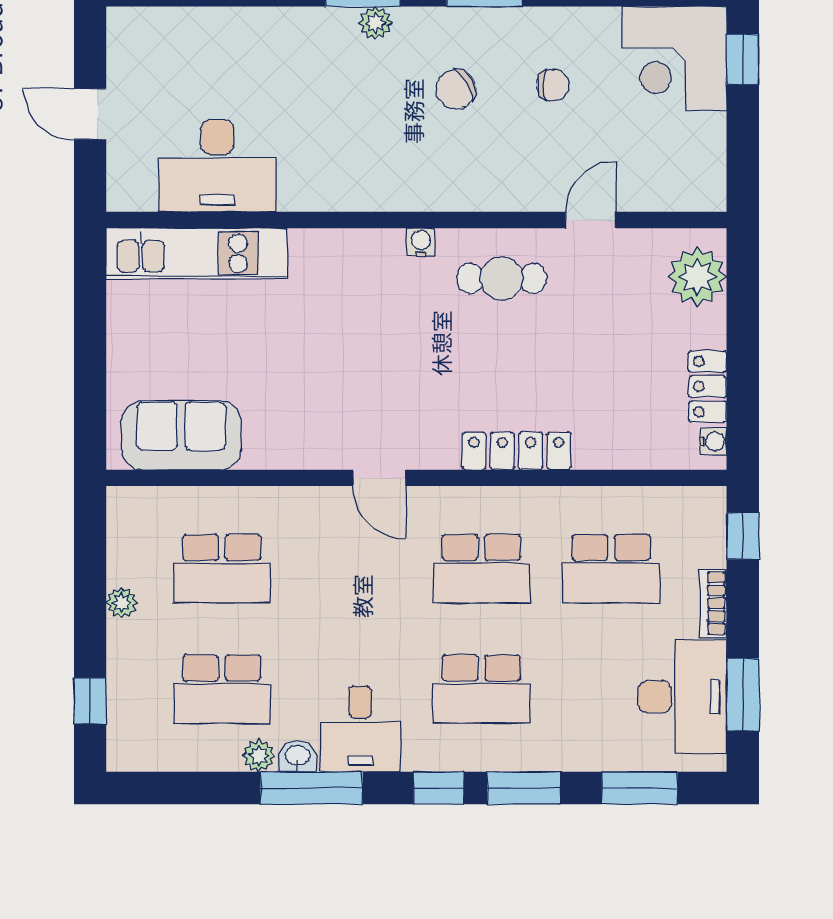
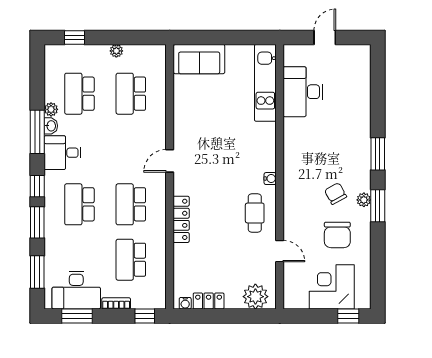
plant: (375, 23) -> (364, 200), moved
corner desk: (674, 59) -> (332, 287), moved
chair: (553, 85) -> (337, 235), width x1.87, depth x1.87
sofa: (181, 435) -> (199, 59), moved, turned 90

